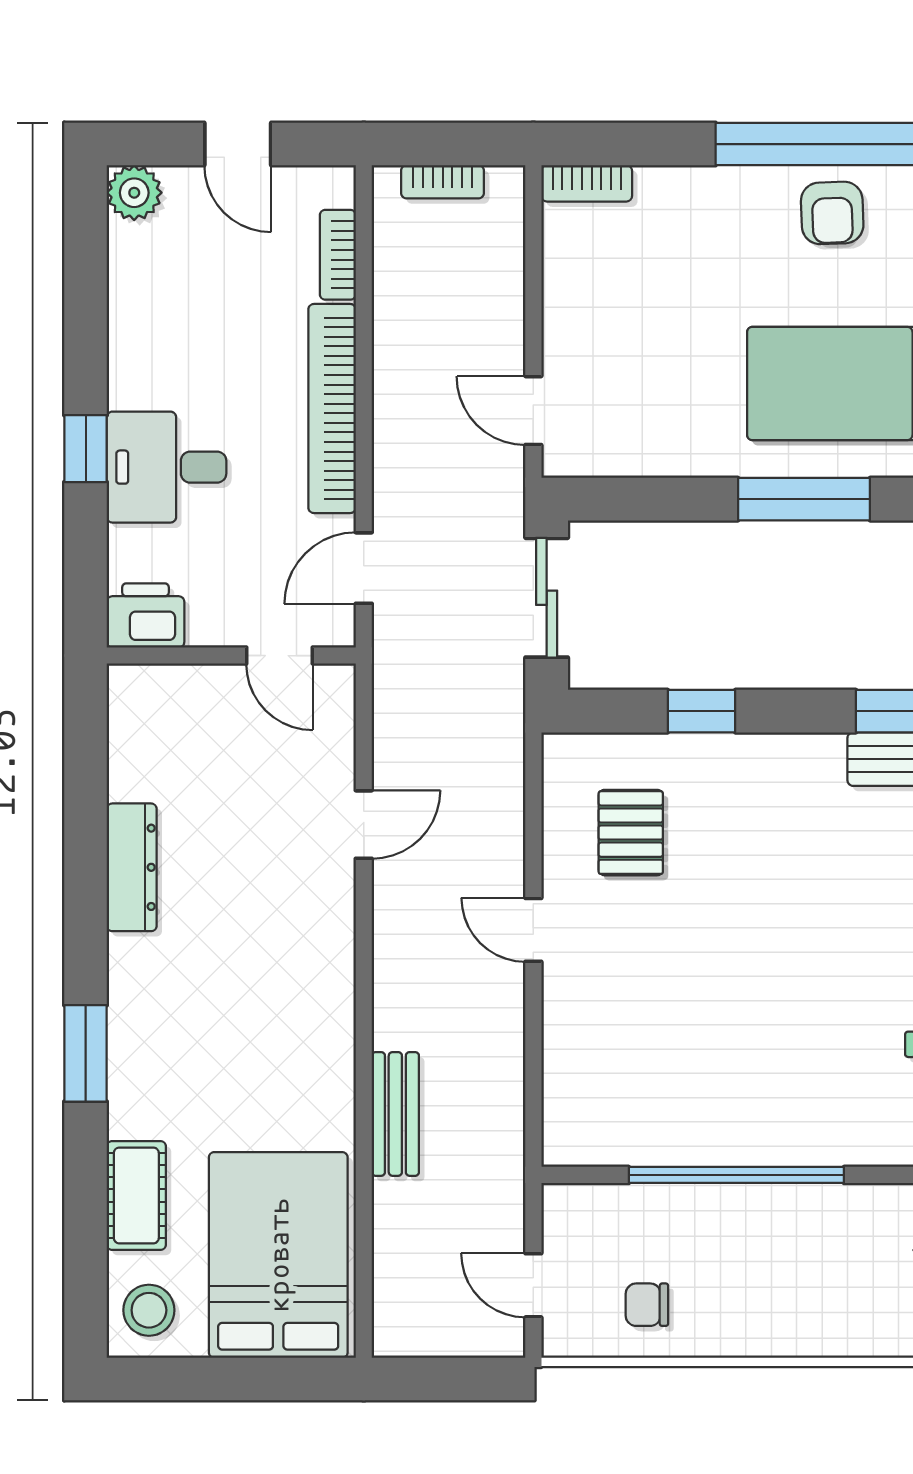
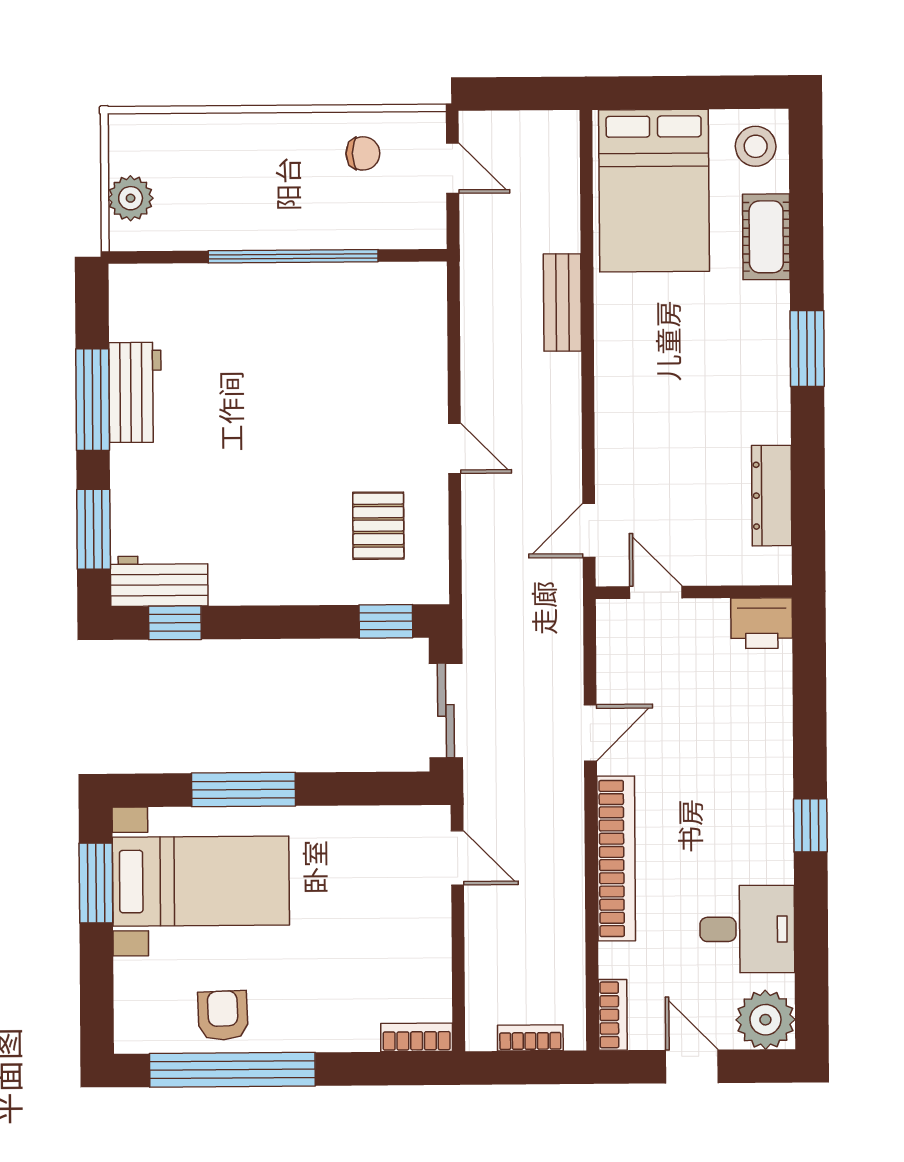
plant: (134, 193) -> (765, 1020), width x1.36, depth x1.36
bookcase: (338, 255) -> (613, 1015), moved
desk: (167, 467) -> (747, 929), moved
printer: (146, 615) -> (762, 623), moved
wall: (231, 656) -> (694, 592), moved
door: (280, 656) -> (656, 592), moved
window: (701, 711) -> (386, 621), moved

